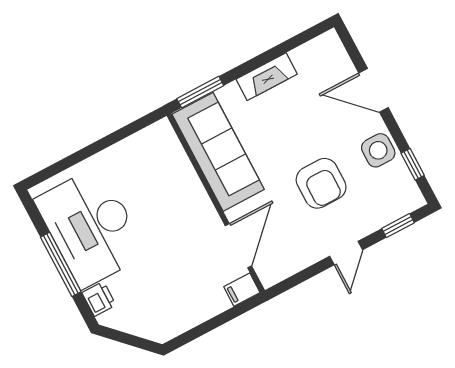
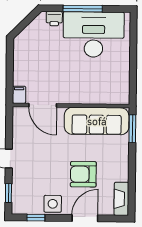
fireplace: (267, 77) -> (121, 199), moved
armchair: (321, 183) -> (83, 174), moved

